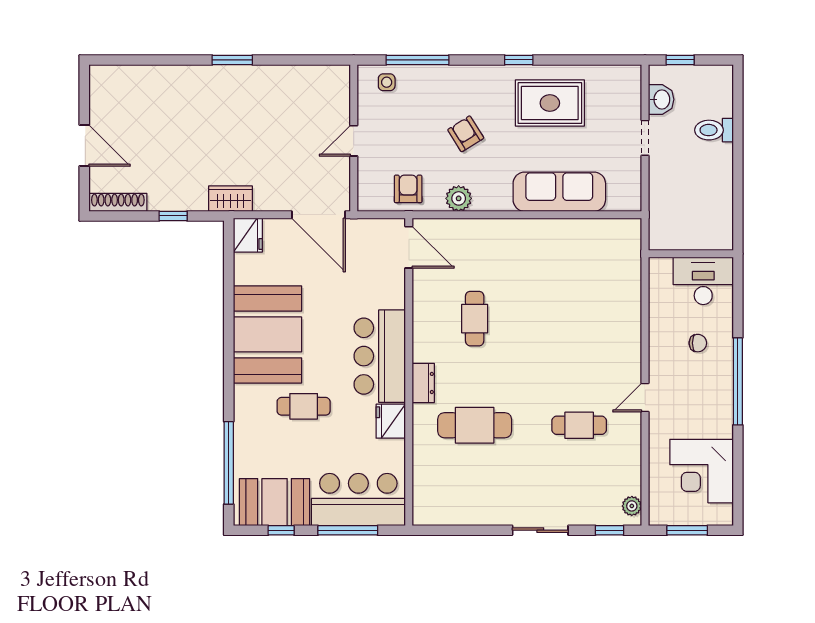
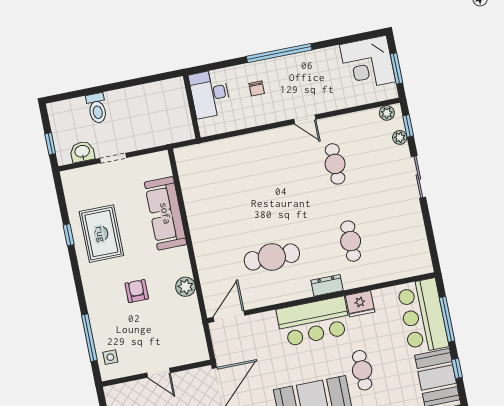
window: (519, 60) -> (69, 235), moved
armchair: (466, 134) -> (137, 291), turned 122
armchair: (408, 189) -> (186, 325), removed
cafe table: (475, 319) -> (272, 257), width x1.37, depth x1.35
chair: (698, 343) -> (257, 88), turned 180
cafe table: (475, 425) -> (351, 241), width x0.73, depth x0.74
corner desk: (702, 471) -> (368, 63), moved, turned 90
plant: (597, 516) -> (400, 137), added

